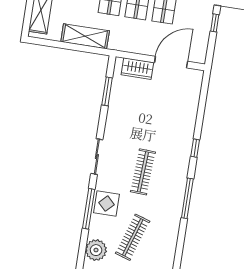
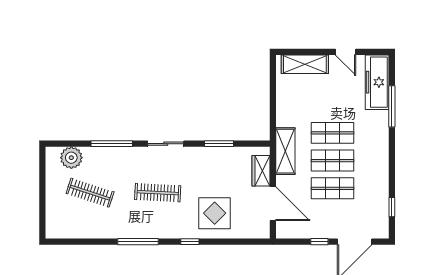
shelving: (85, 36) -> (285, 151), moved
window: (107, 91) -> (219, 144), moved
display table: (106, 204) -> (215, 213), moved, width x1.36, depth x1.36

